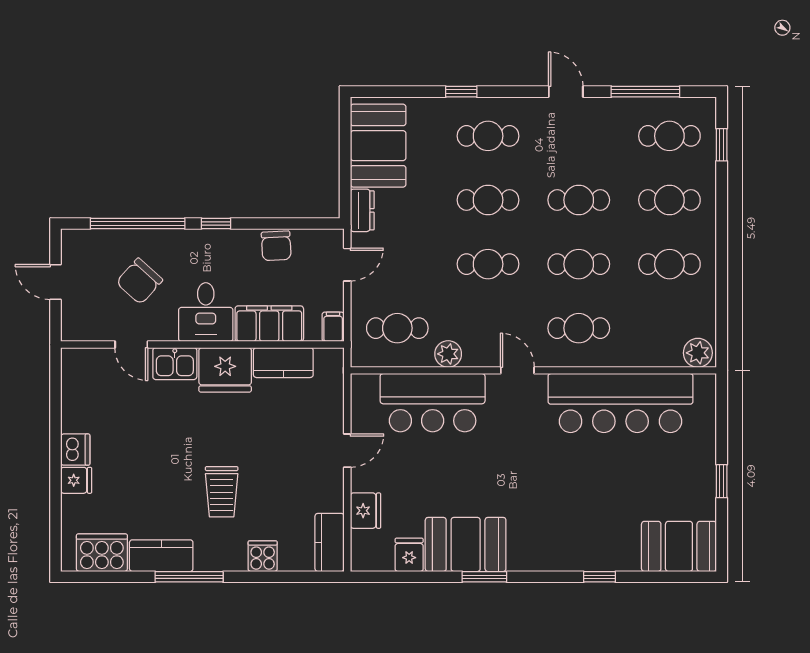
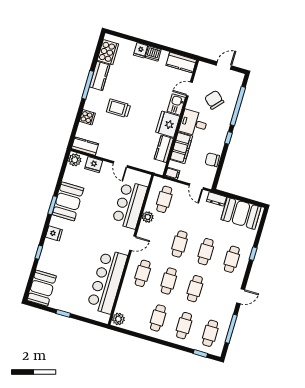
kitchen counter: (77, 380) -> (181, 63), added
fridge: (409, 555) -> (54, 233), moved
plant: (367, 557) -> (75, 160), added

